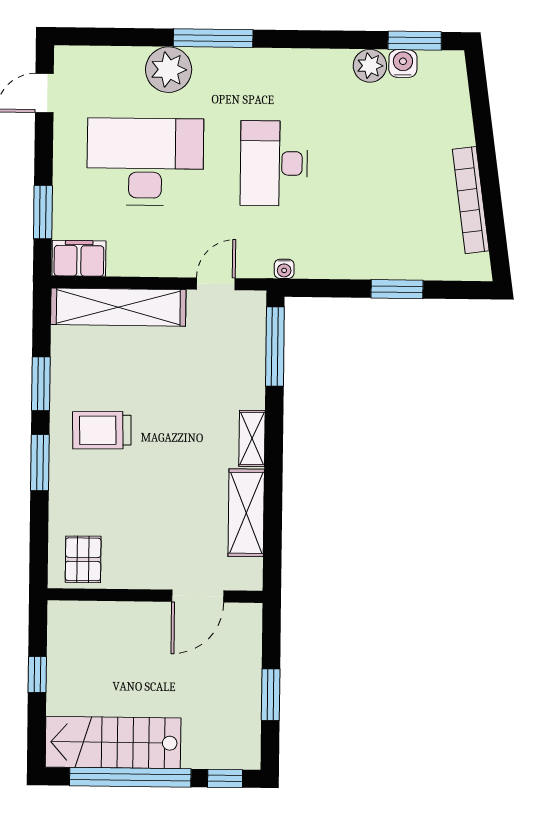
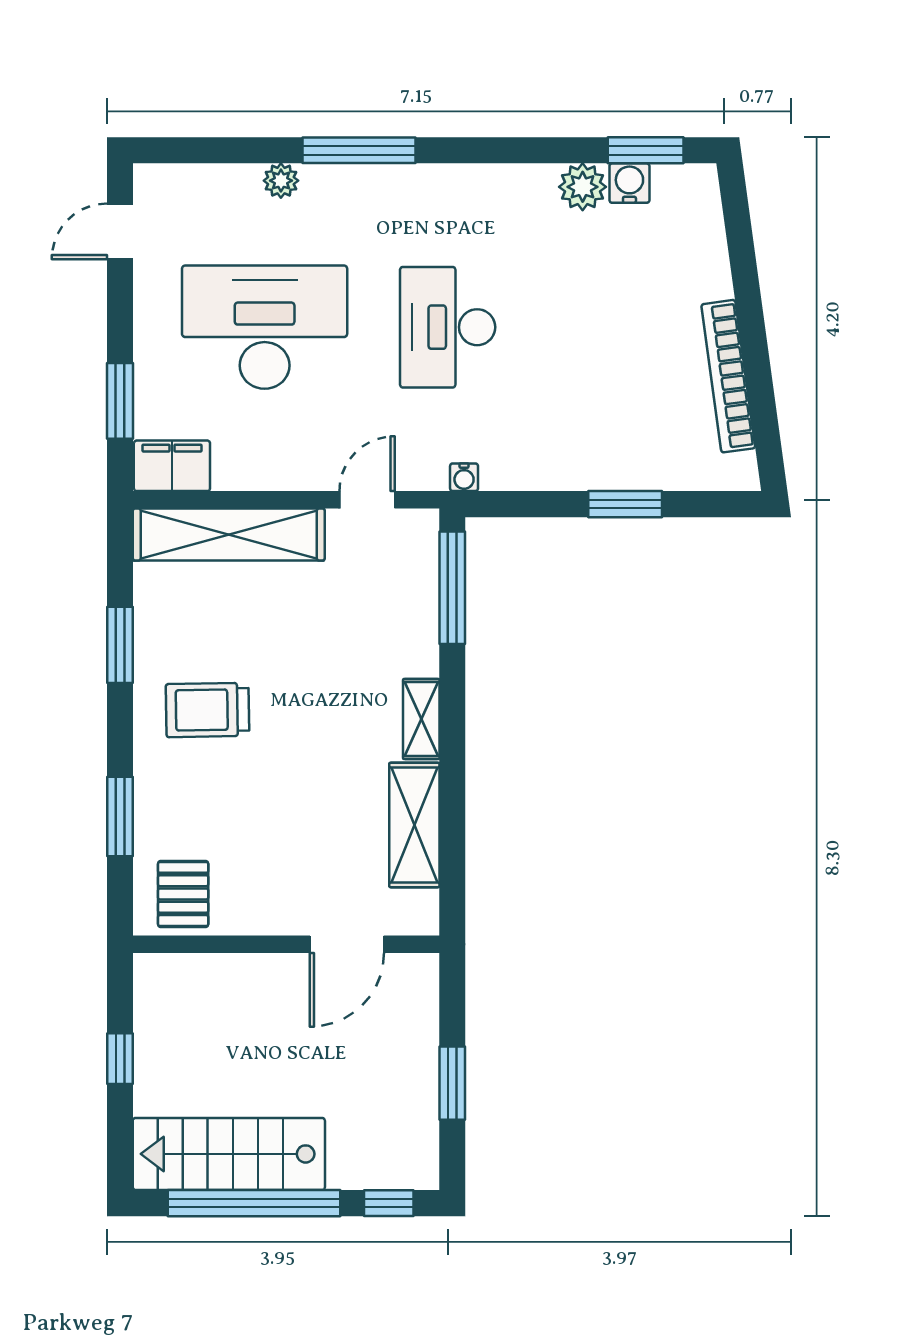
plant: (169, 70) -> (281, 181), width x0.53, depth x0.53
window: (40, 463) -> (120, 817), moved

